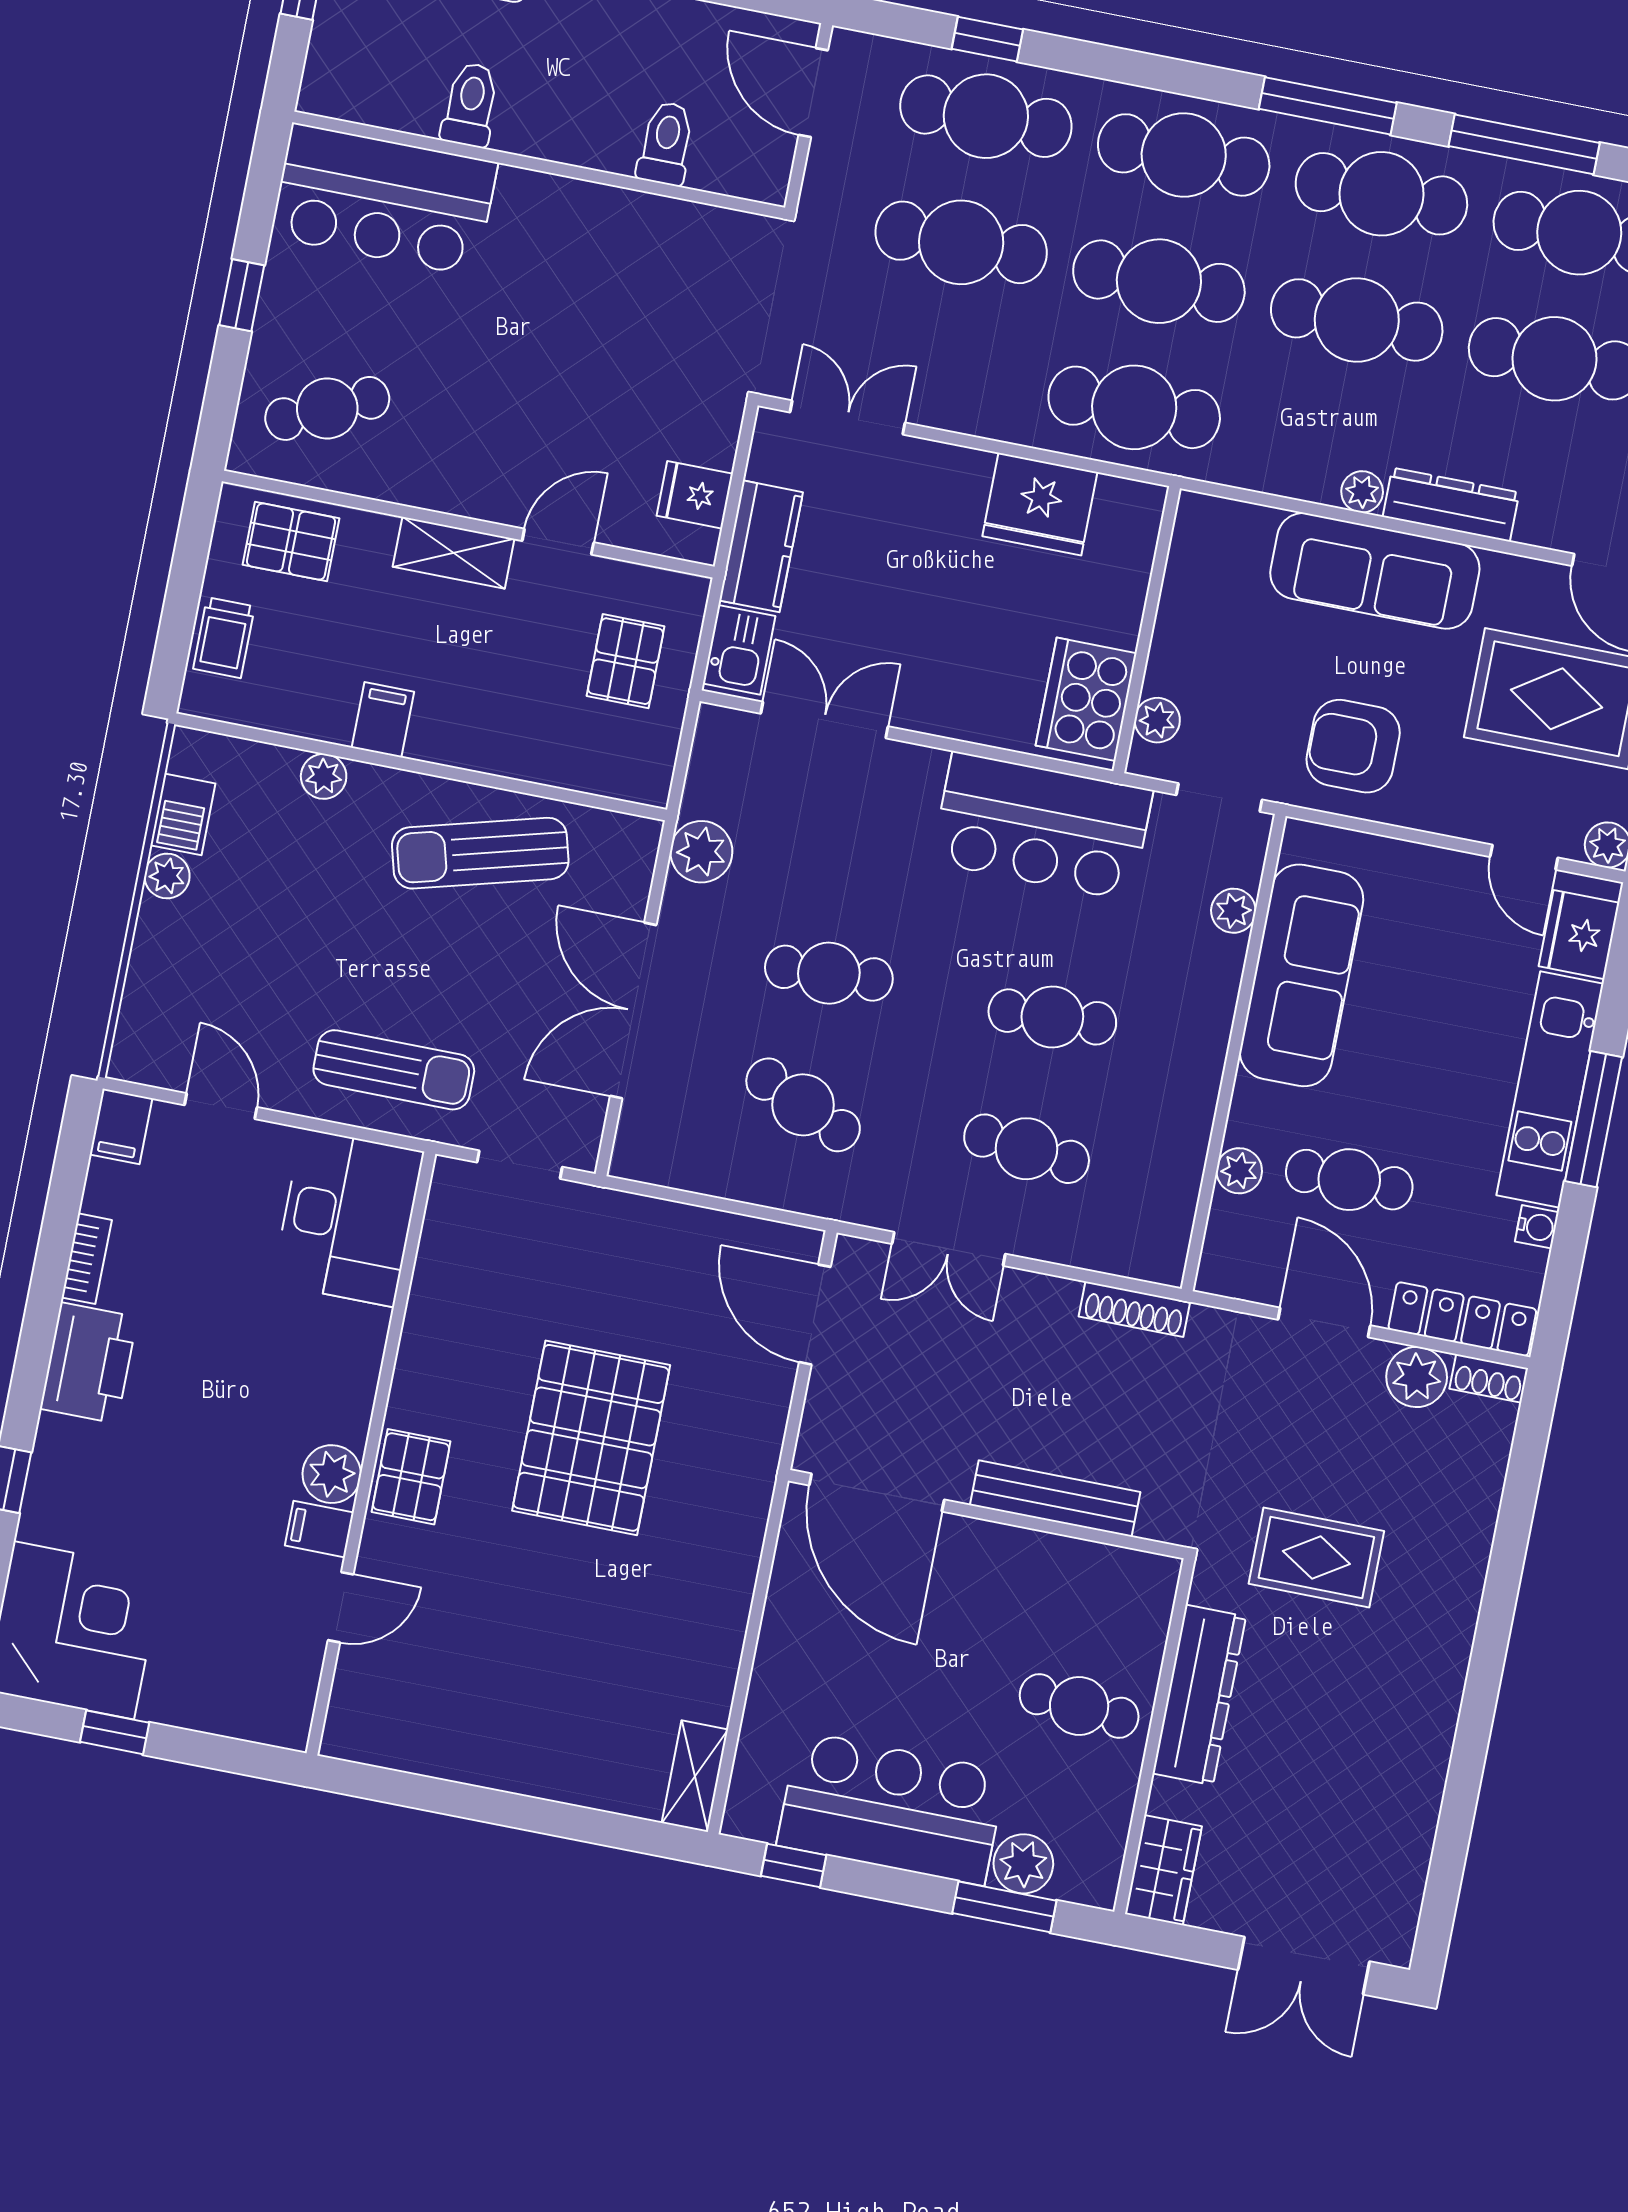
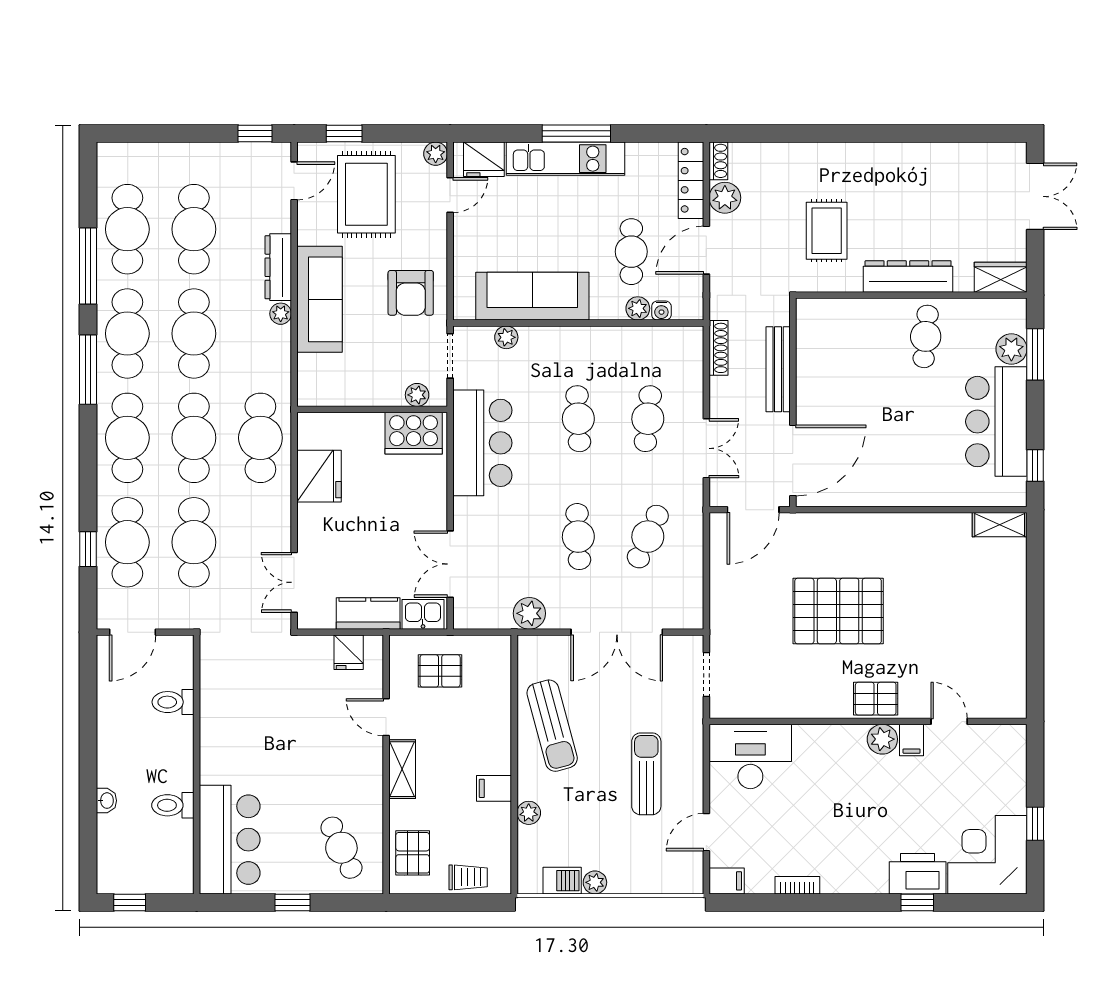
sun lounger: (394, 1070) -> (646, 774), moved
water cooler: (1537, 1227) -> (661, 311), moved, turned 180
printer: (89, 1363) -> (918, 874), moved
door: (877, 1492) -> (793, 461), moved
bench: (1055, 1499) -> (778, 369), moved
wall: (987, 1514) -> (793, 402), moved

